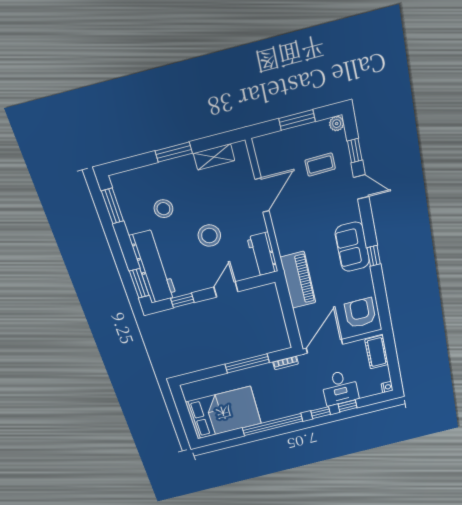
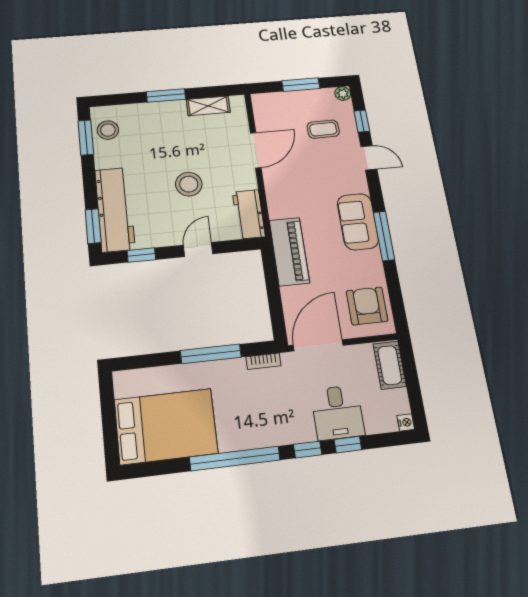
stool: (163, 209) -> (108, 130), moved
window: (374, 256) -> (384, 236), width x2.17

